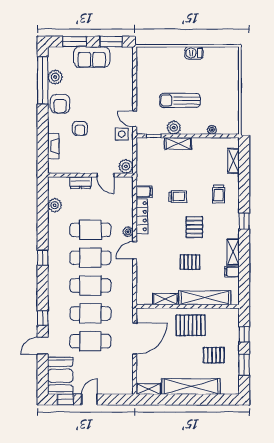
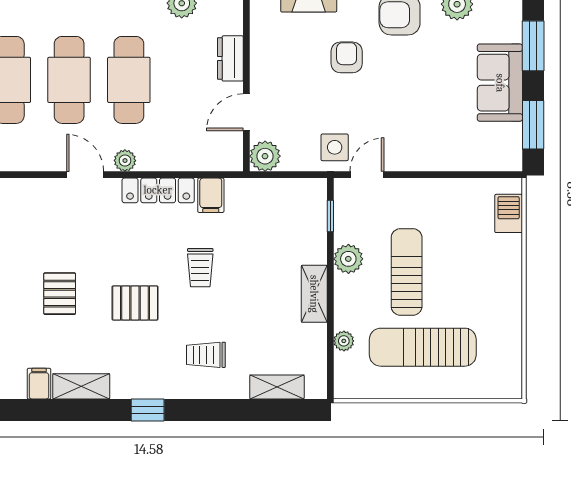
barbecue: (194, 53) -> (509, 213), moved
sun lounger: (215, 93) -> (423, 347), added
armchair: (80, 128) -> (347, 57), turned 90
shelving: (178, 143) -> (314, 294), moved

